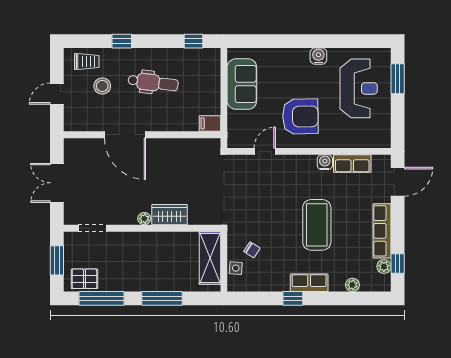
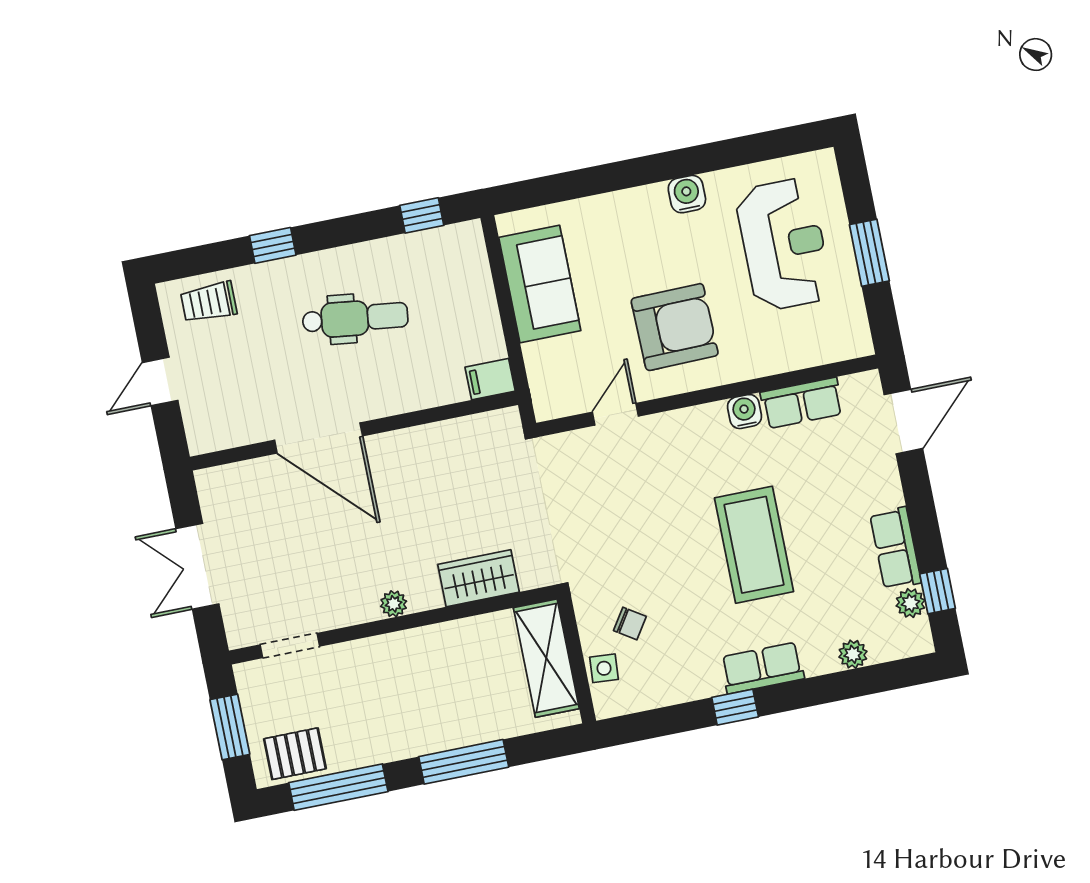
trolley: (87, 61) -> (209, 302), turned 180
window: (398, 79) -> (869, 253), moved
stool: (102, 86) -> (251, 347), removed
wardrobe: (170, 215) -> (478, 578), moved
row of seats: (382, 231) -> (895, 548), width x0.68

